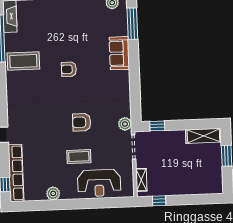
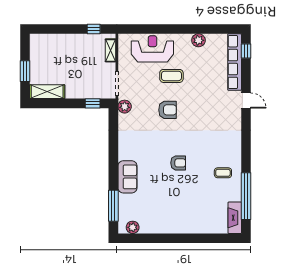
coffee table: (23, 61) -> (223, 173), width x0.54, depth x0.58

